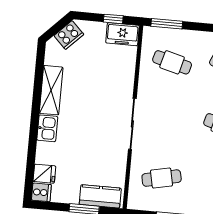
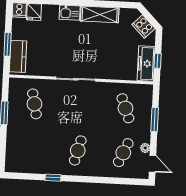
window: (167, 24) -> (155, 120), moved
freezer: (123, 34) -> (146, 64), width x1.40
cafe table: (172, 62) -> (125, 108), turned -36

